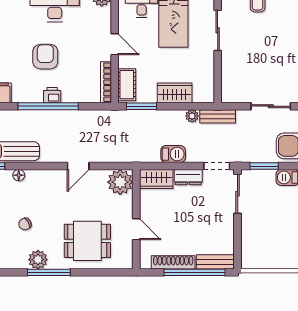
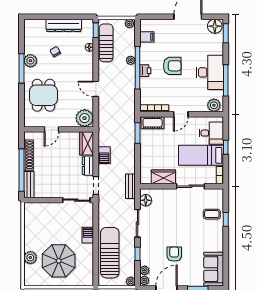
wardrobe: (175, 93) -> (163, 177), moved, turned -90
floor lamp: (238, 95) -> (146, 200), added
plant: (192, 116) -> (131, 60), moved
window: (264, 166) -> (96, 219), removed

